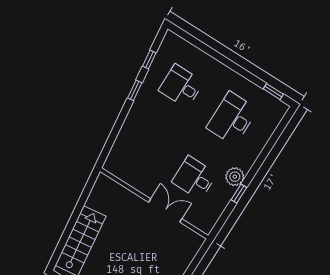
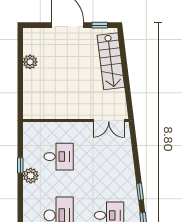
double door: (165, 211) -> (109, 120), moved

